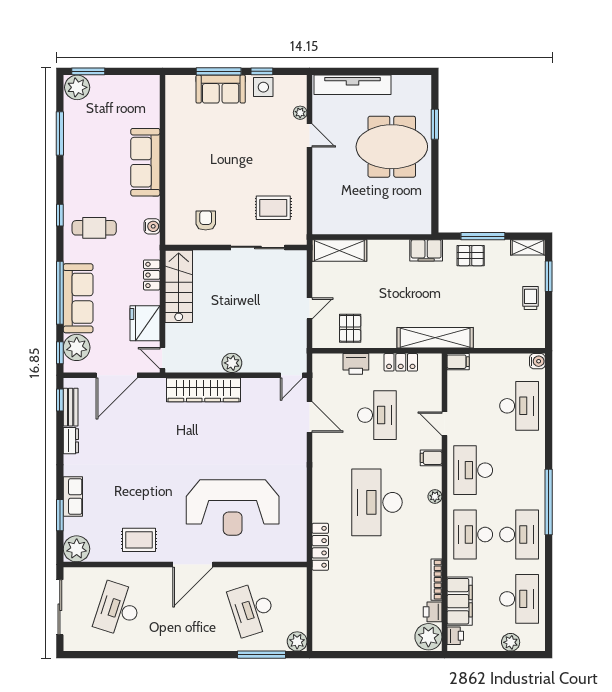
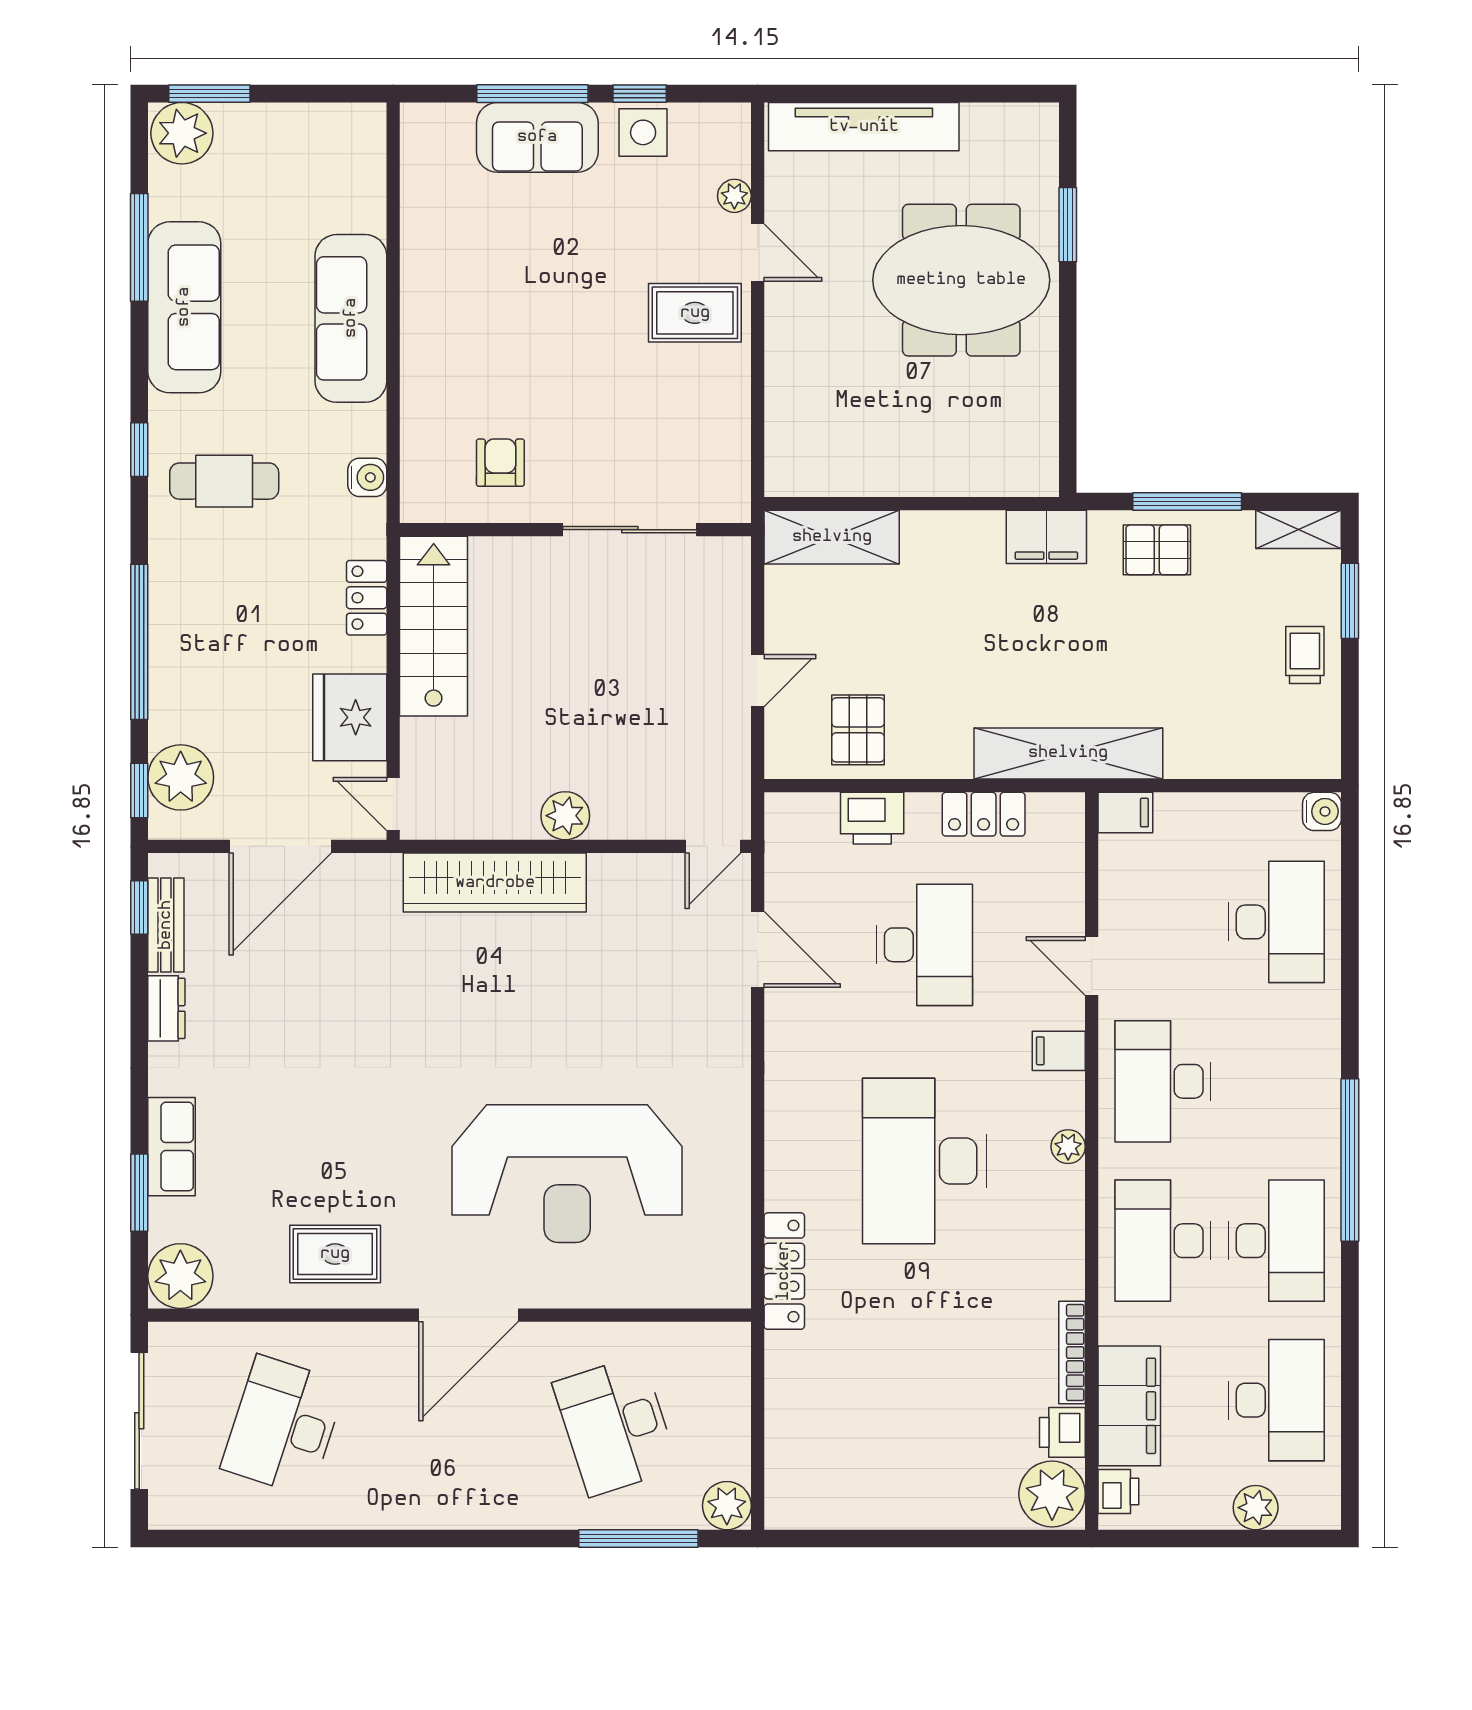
rug: (273, 208) -> (695, 313), moved
sofa: (78, 298) -> (184, 307), moved

